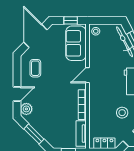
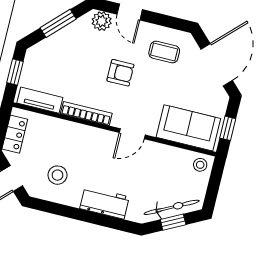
door: (35, 36) -> (217, 65), hinge flipped
door: (87, 75) -> (132, 134), swing flipped
armchair: (54, 91) -> (120, 73), added

